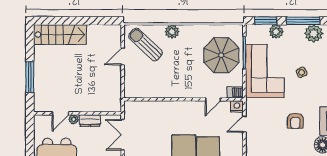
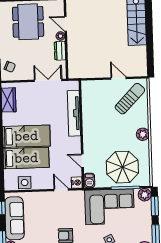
plant: (172, 32) -> (143, 134), moved
plant: (276, 32) -> (145, 195), moved
tv unit: (160, 107) -> (74, 113), added

